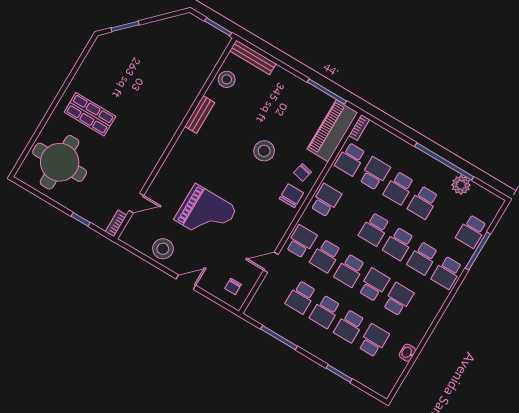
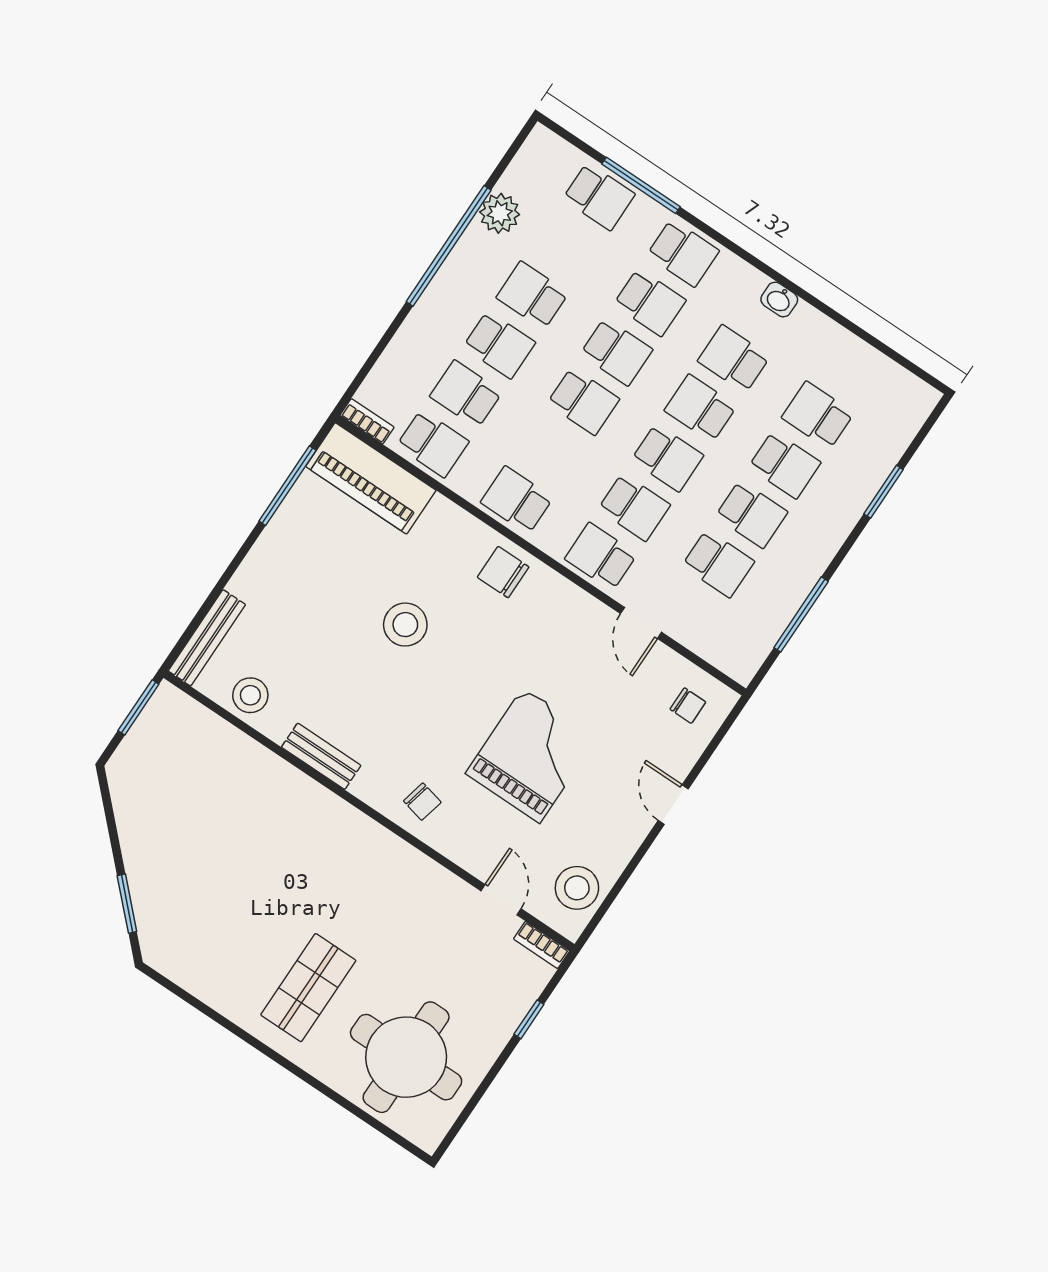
chair: (302, 172) -> (422, 802), moved
school desk: (423, 202) -> (532, 295), turned 180
stool: (163, 249) -> (577, 888), moved
washbasin: (407, 353) -> (779, 299), moved

